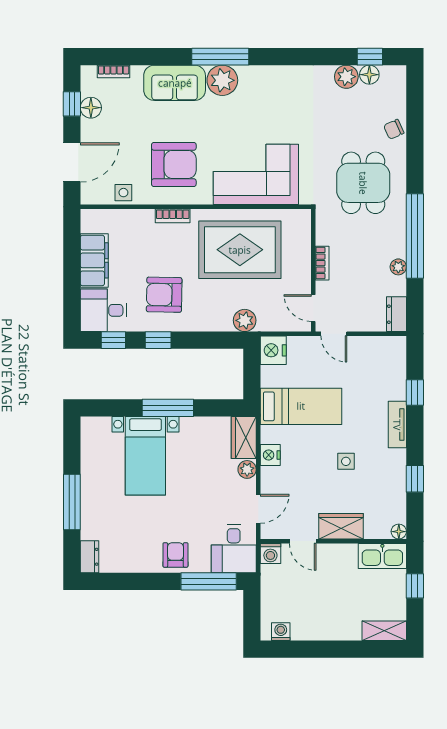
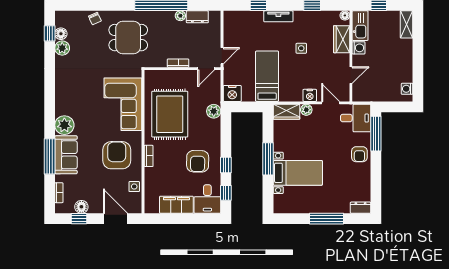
window: (220, 57) -> (50, 156), moved
dresser: (396, 314) -> (197, 17), moved
nightstand: (270, 455) -> (310, 95), moved
wardrobe: (341, 526) -> (342, 39), moved
washing machine: (270, 553) -> (358, 48), moved
armchair: (175, 555) -> (359, 154), turned -90

